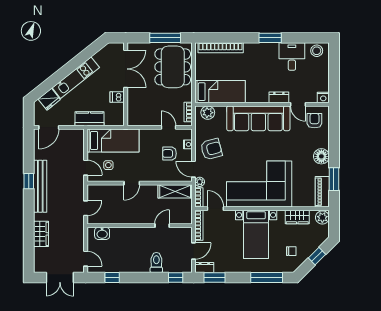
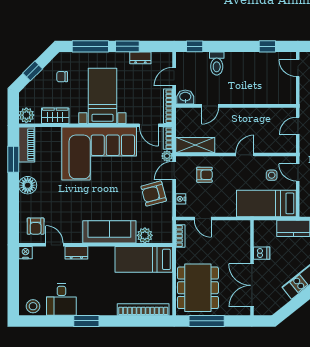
plant: (208, 113) -> (145, 235), moved
sofa: (258, 118) -> (109, 232), width x0.74, depth x0.79
armchair: (169, 153) -> (204, 175), moved
door: (194, 169) -> (174, 171), swing flipped
washbasin: (102, 233) -> (185, 97), moved
dresser: (204, 268) -> (140, 58), moved
window: (214, 278) -> (127, 46), moved

